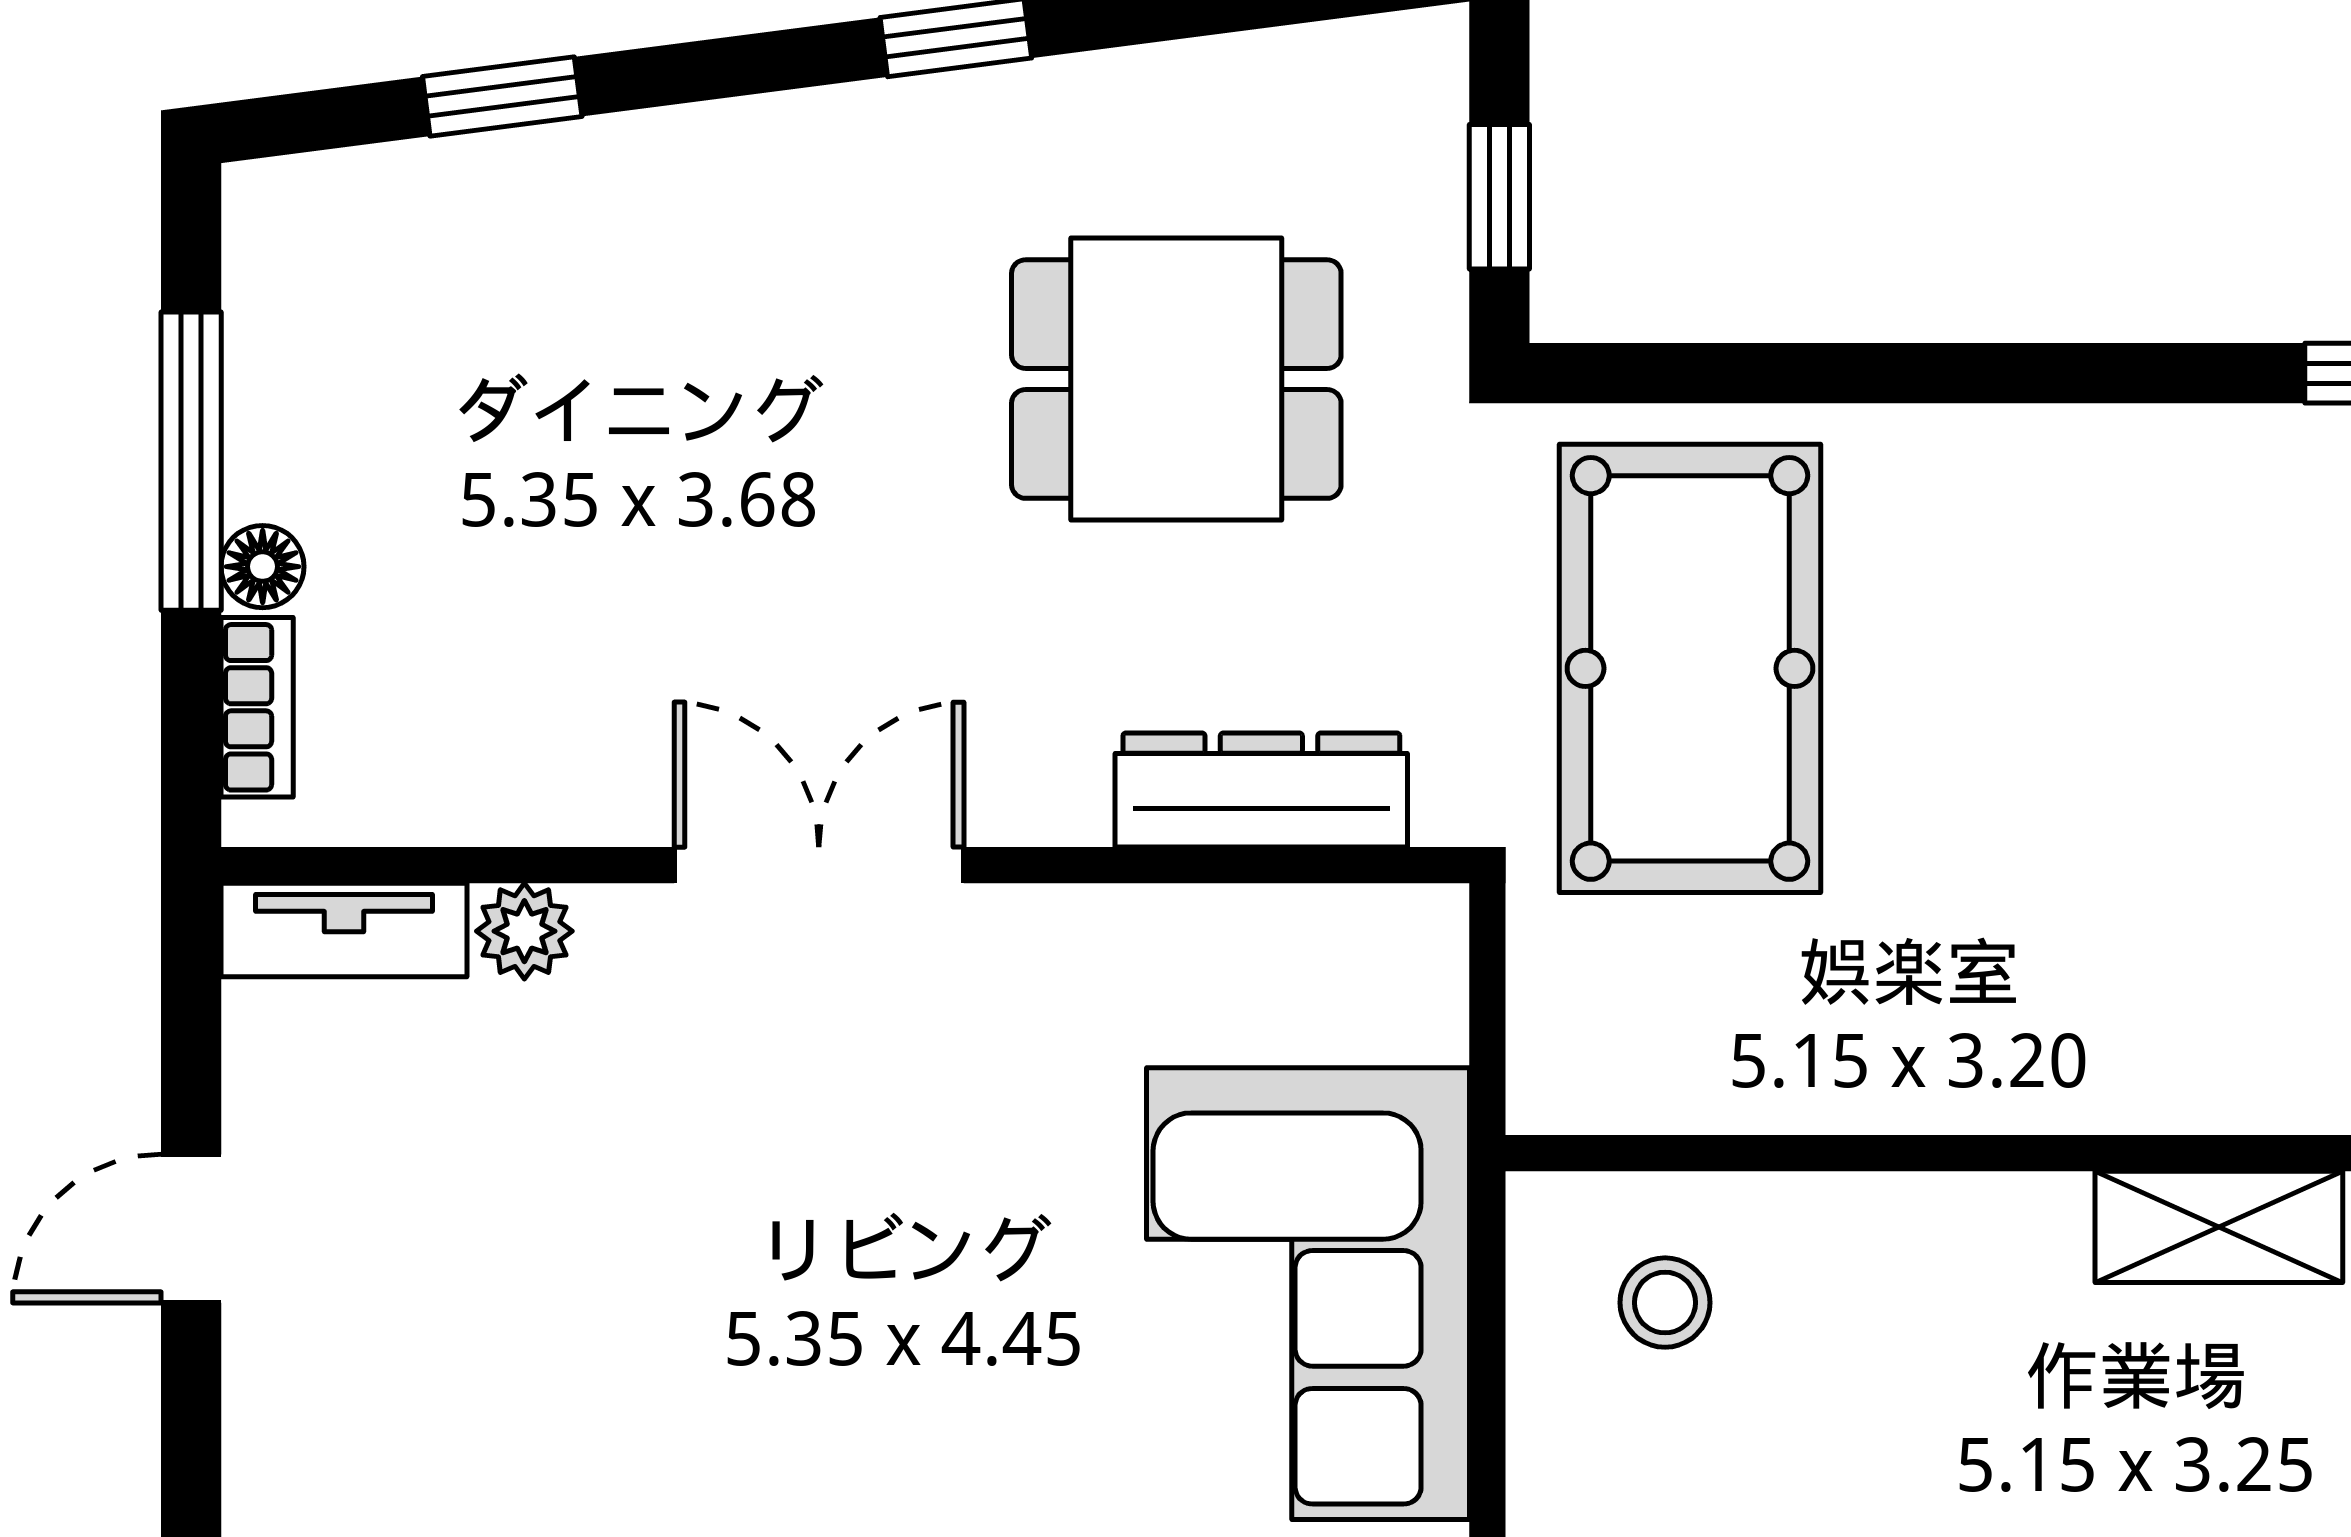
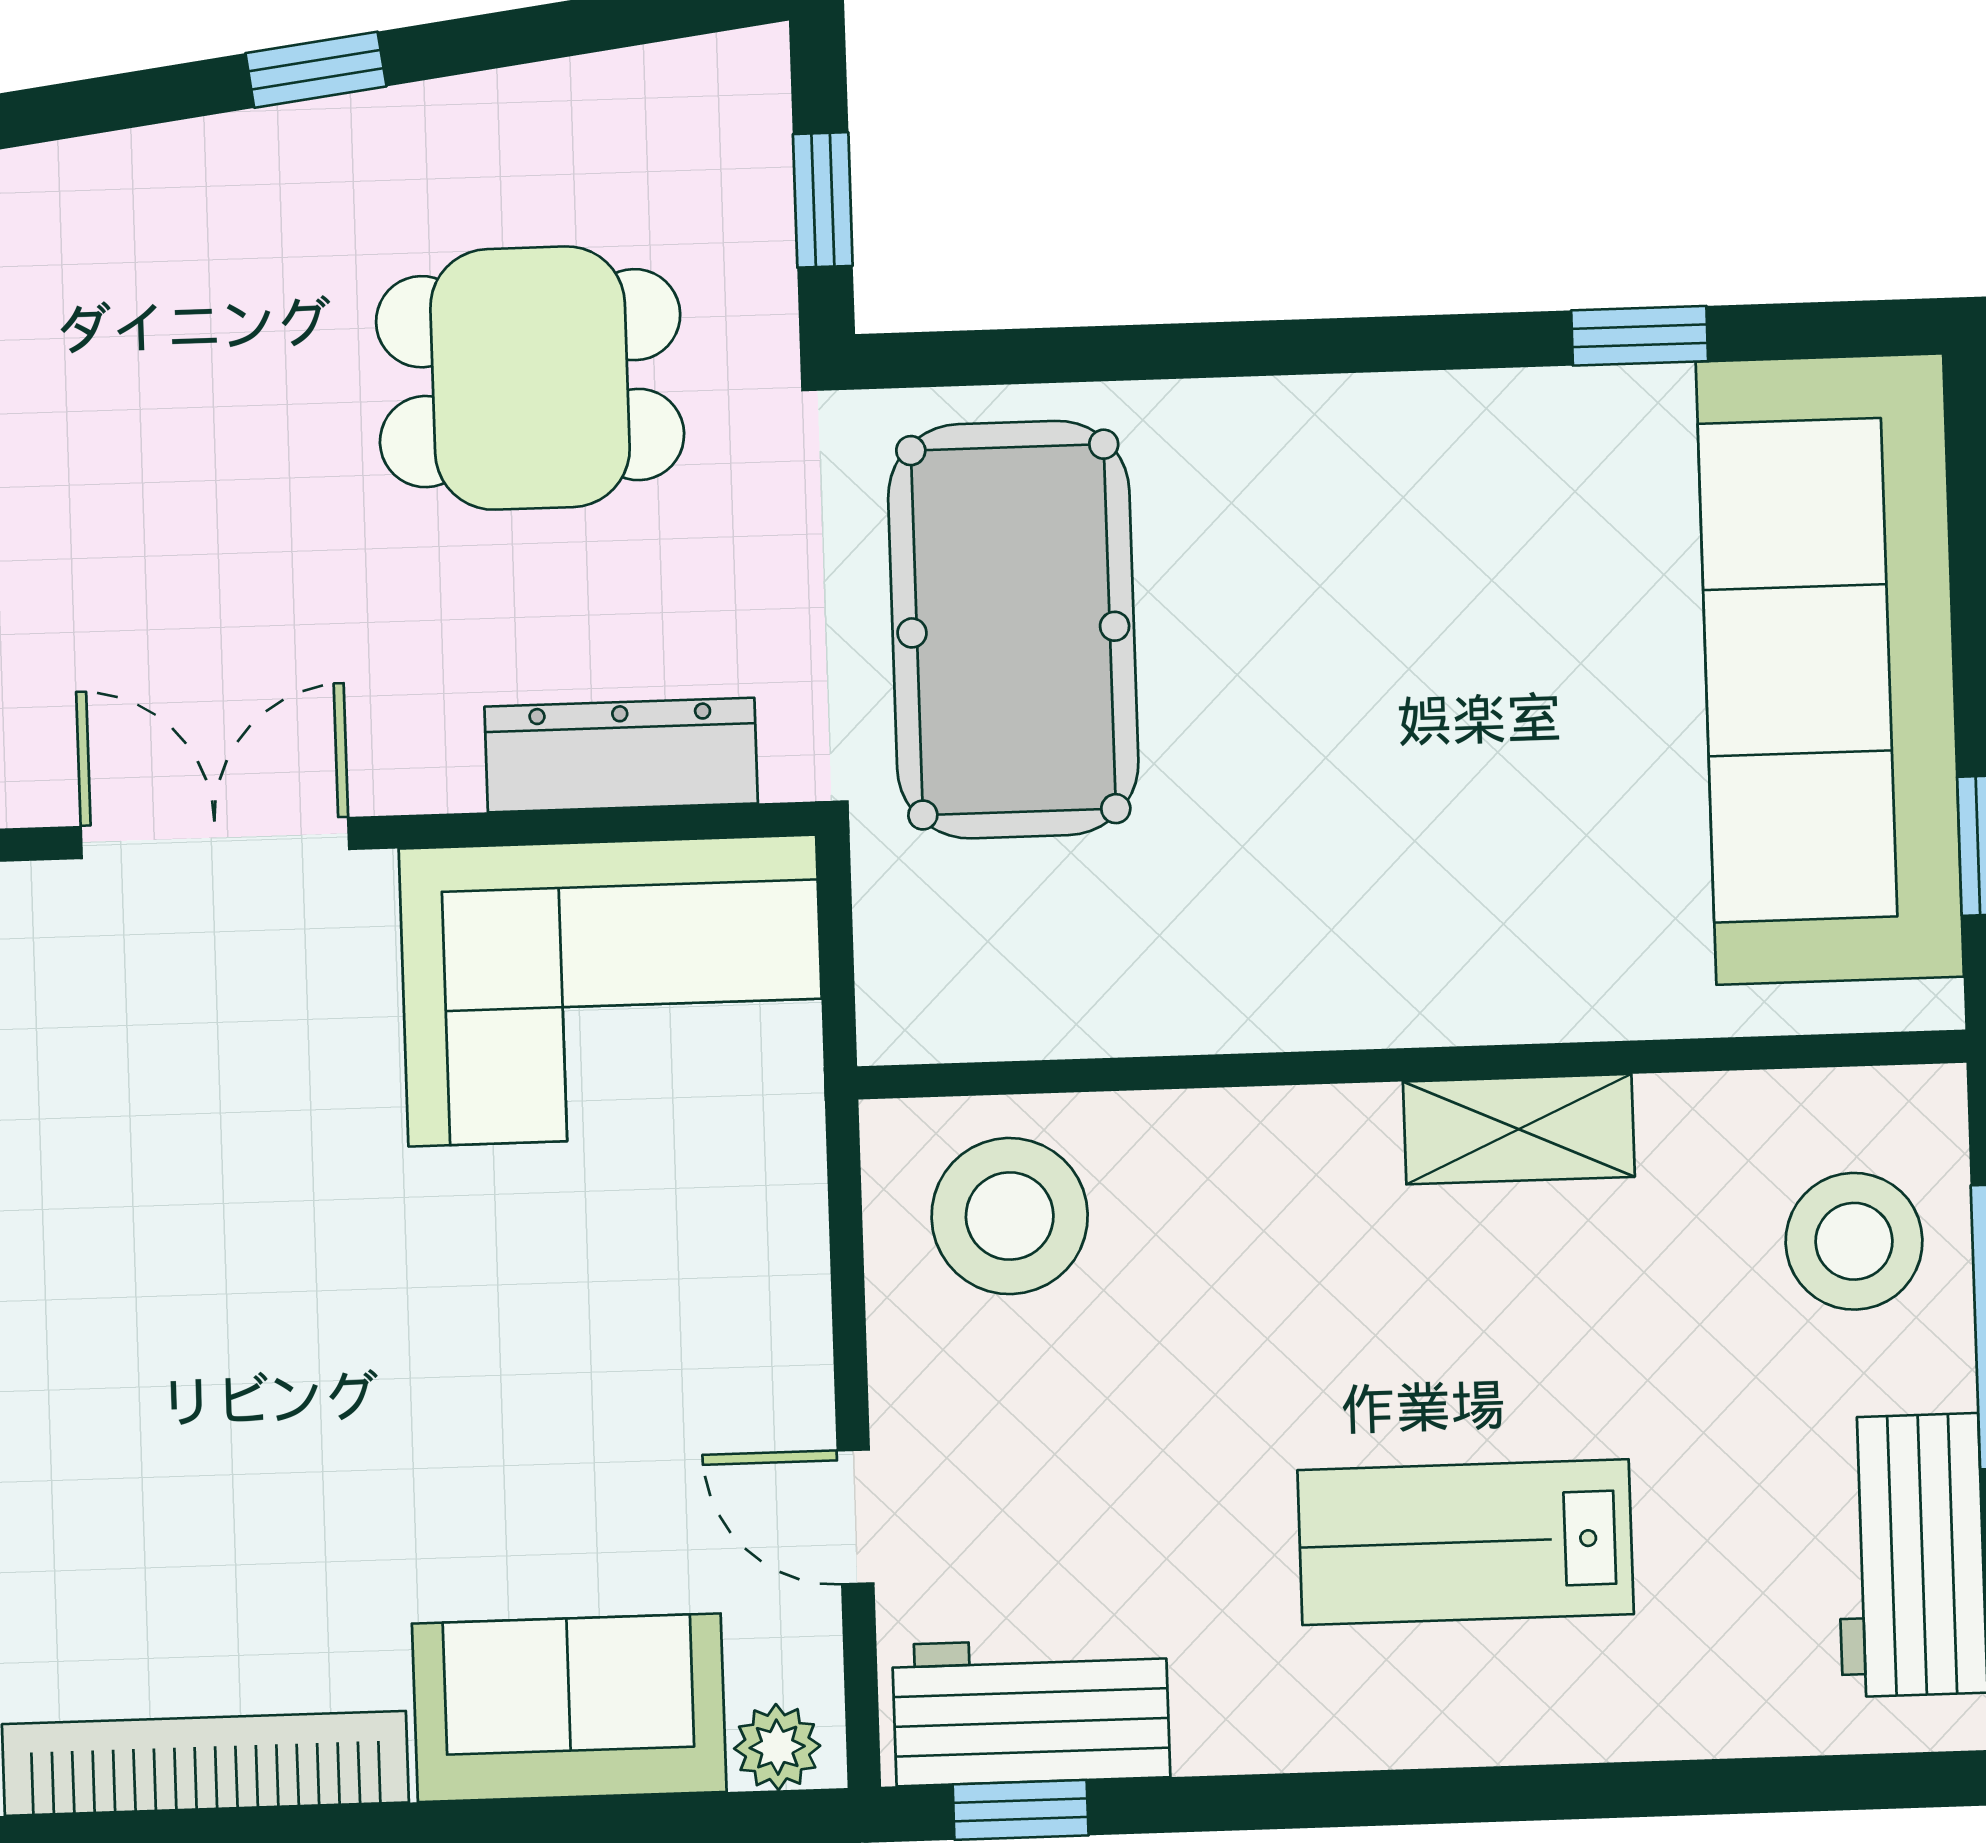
corner sofa: (1308, 1294) -> (612, 991), moved, turned -90
stool: (1665, 1303) -> (1010, 1216), width x1.89, depth x1.89

